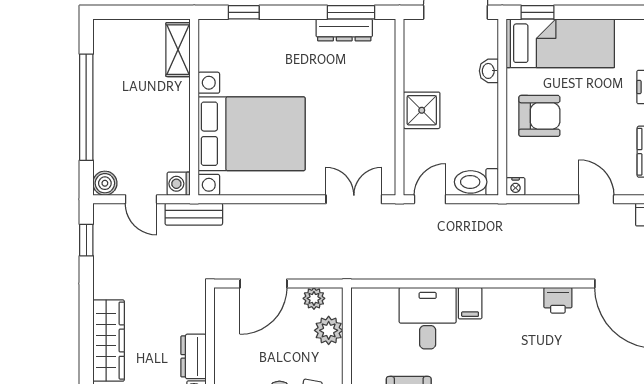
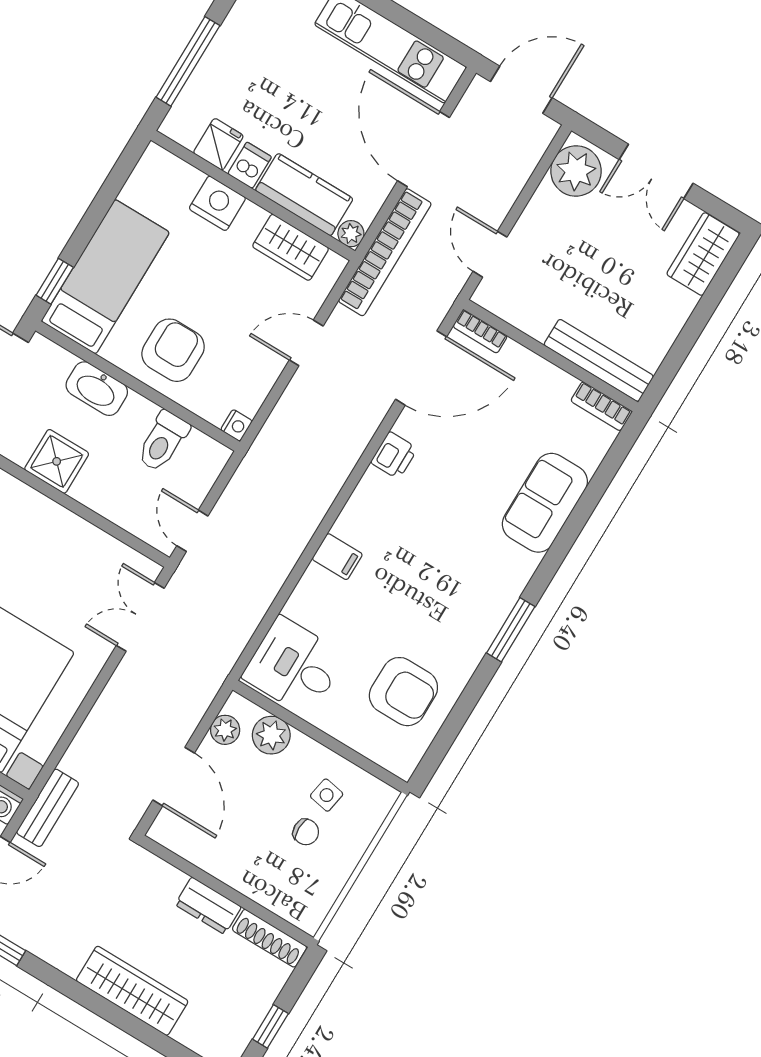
washbasin: (489, 71) -> (97, 389), width x1.91, depth x1.45
shower: (422, 110) -> (57, 461), moved
toilet: (476, 182) -> (163, 441), moved
desk: (428, 318) -> (294, 666), moved

